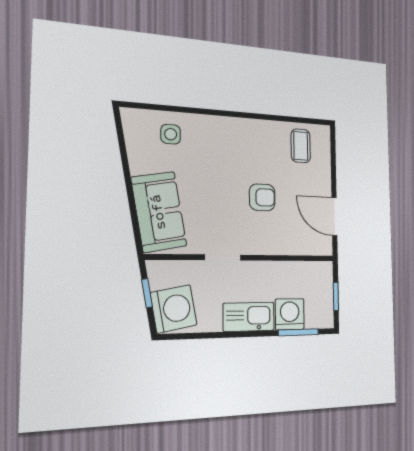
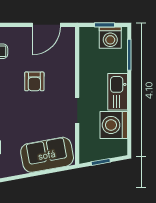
armchair: (262, 197) -> (34, 81), turned 180
washing machine: (174, 309) -> (114, 125), moved, turned -80
washing machine: (290, 314) -> (110, 38), moved, turned -90

